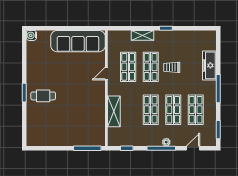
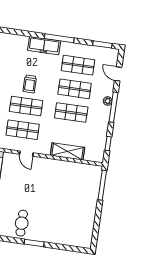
freezer: (209, 65) -> (44, 46), moved
cafe table: (43, 96) -> (22, 223), moved

